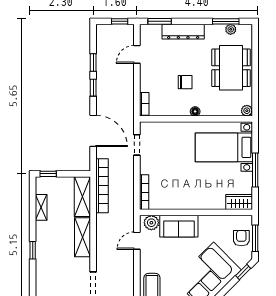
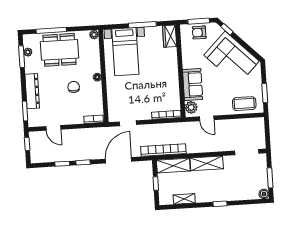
window: (255, 59) -> (51, 30), added
window: (48, 174) -> (156, 184), moved

